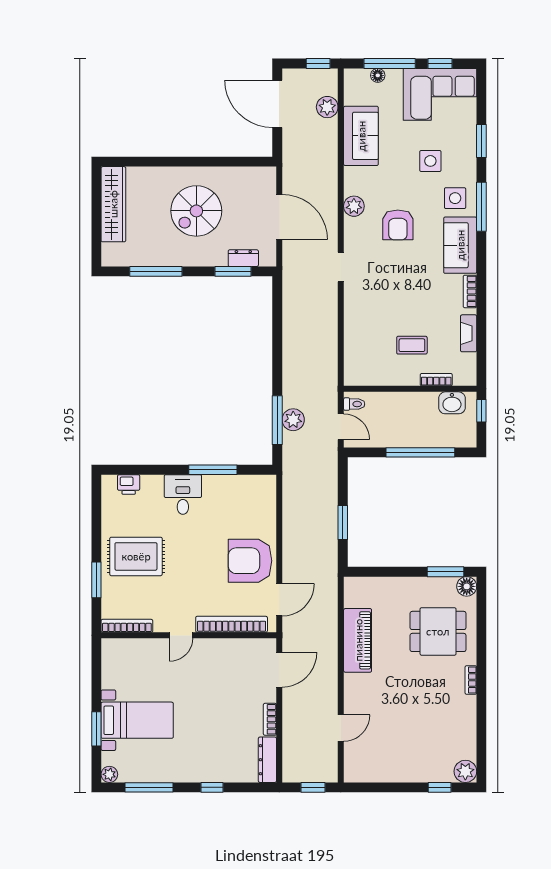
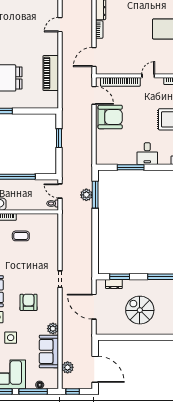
plant: (354, 206) -> (53, 329), moved
spiral stairs: (196, 211) -> (140, 310), turned -90
door: (279, 600) -> (94, 95), swing flipped

